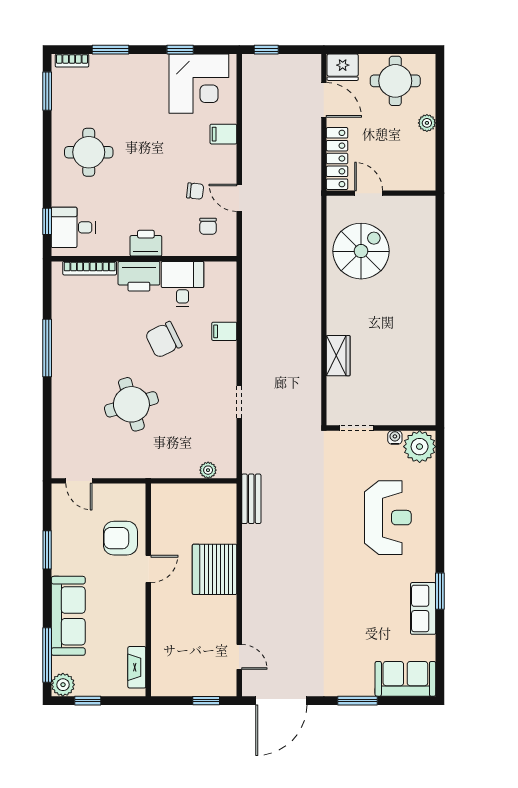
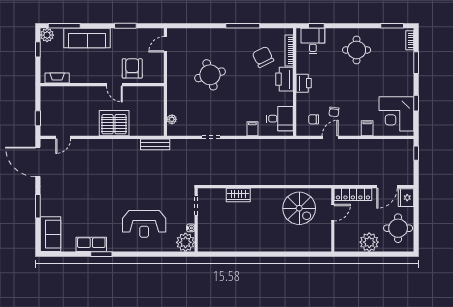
plant: (427, 123) -> (369, 242), width x1.88, depth x1.88
desk: (183, 284) -> (280, 119), moved
chair: (164, 340) -> (263, 57), moved

